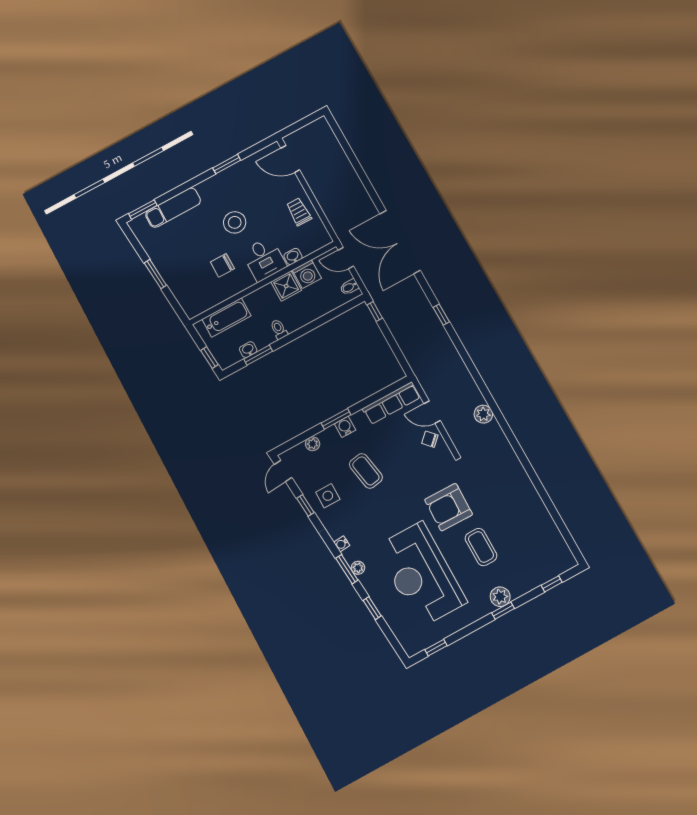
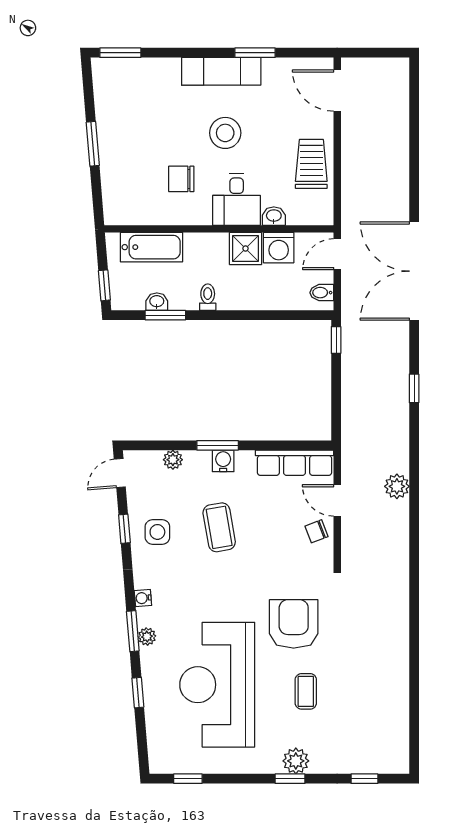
exam couch: (173, 208) -> (221, 71), moved
trolley: (299, 212) -> (311, 164), width x1.36, depth x1.39
door: (346, 258) -> (337, 254), hinge flipped
plant: (483, 414) -> (397, 486), moved
chair: (430, 439) -> (316, 531), turned -68
armchair: (449, 507) -> (294, 624), turned 89
coffee table: (481, 547) -> (306, 691), width x0.73, depth x0.77

